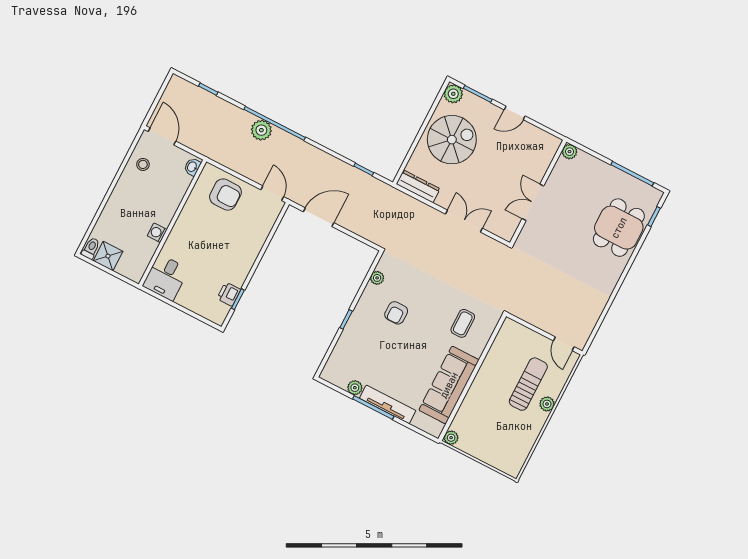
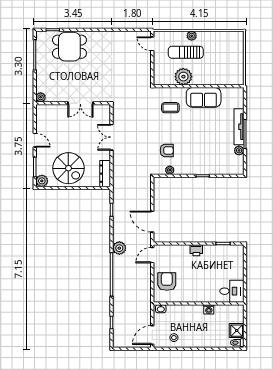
plant: (261, 130) -> (119, 248), moved
spiral stairs: (452, 140) -> (68, 168), turned 180
printer: (229, 294) -> (196, 250), moved
armchair: (396, 313) -> (167, 150), moved
door: (564, 344) -> (152, 44), swing flipped
sofa: (449, 385) -> (204, 97), width x0.73
plant: (451, 438) -> (183, 77), moved, width x1.88, depth x1.88

